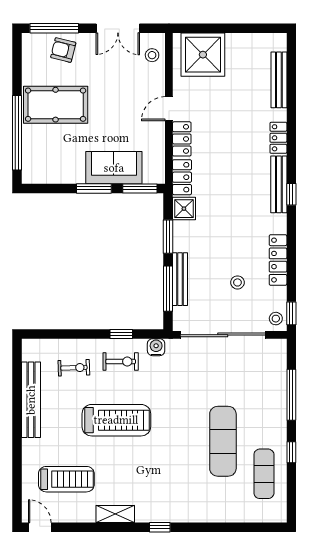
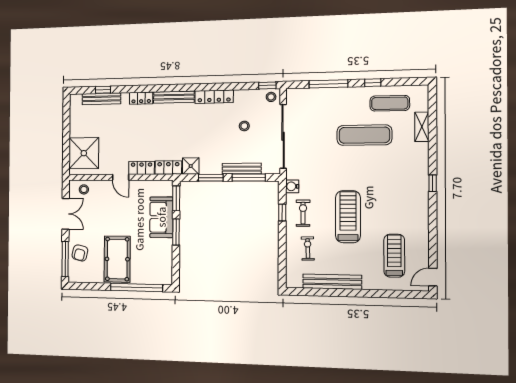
window: (291, 194) -> (103, 90), moved
locker: (278, 260) -> (214, 97), moved
shelving: (115, 514) -> (422, 127), moved

